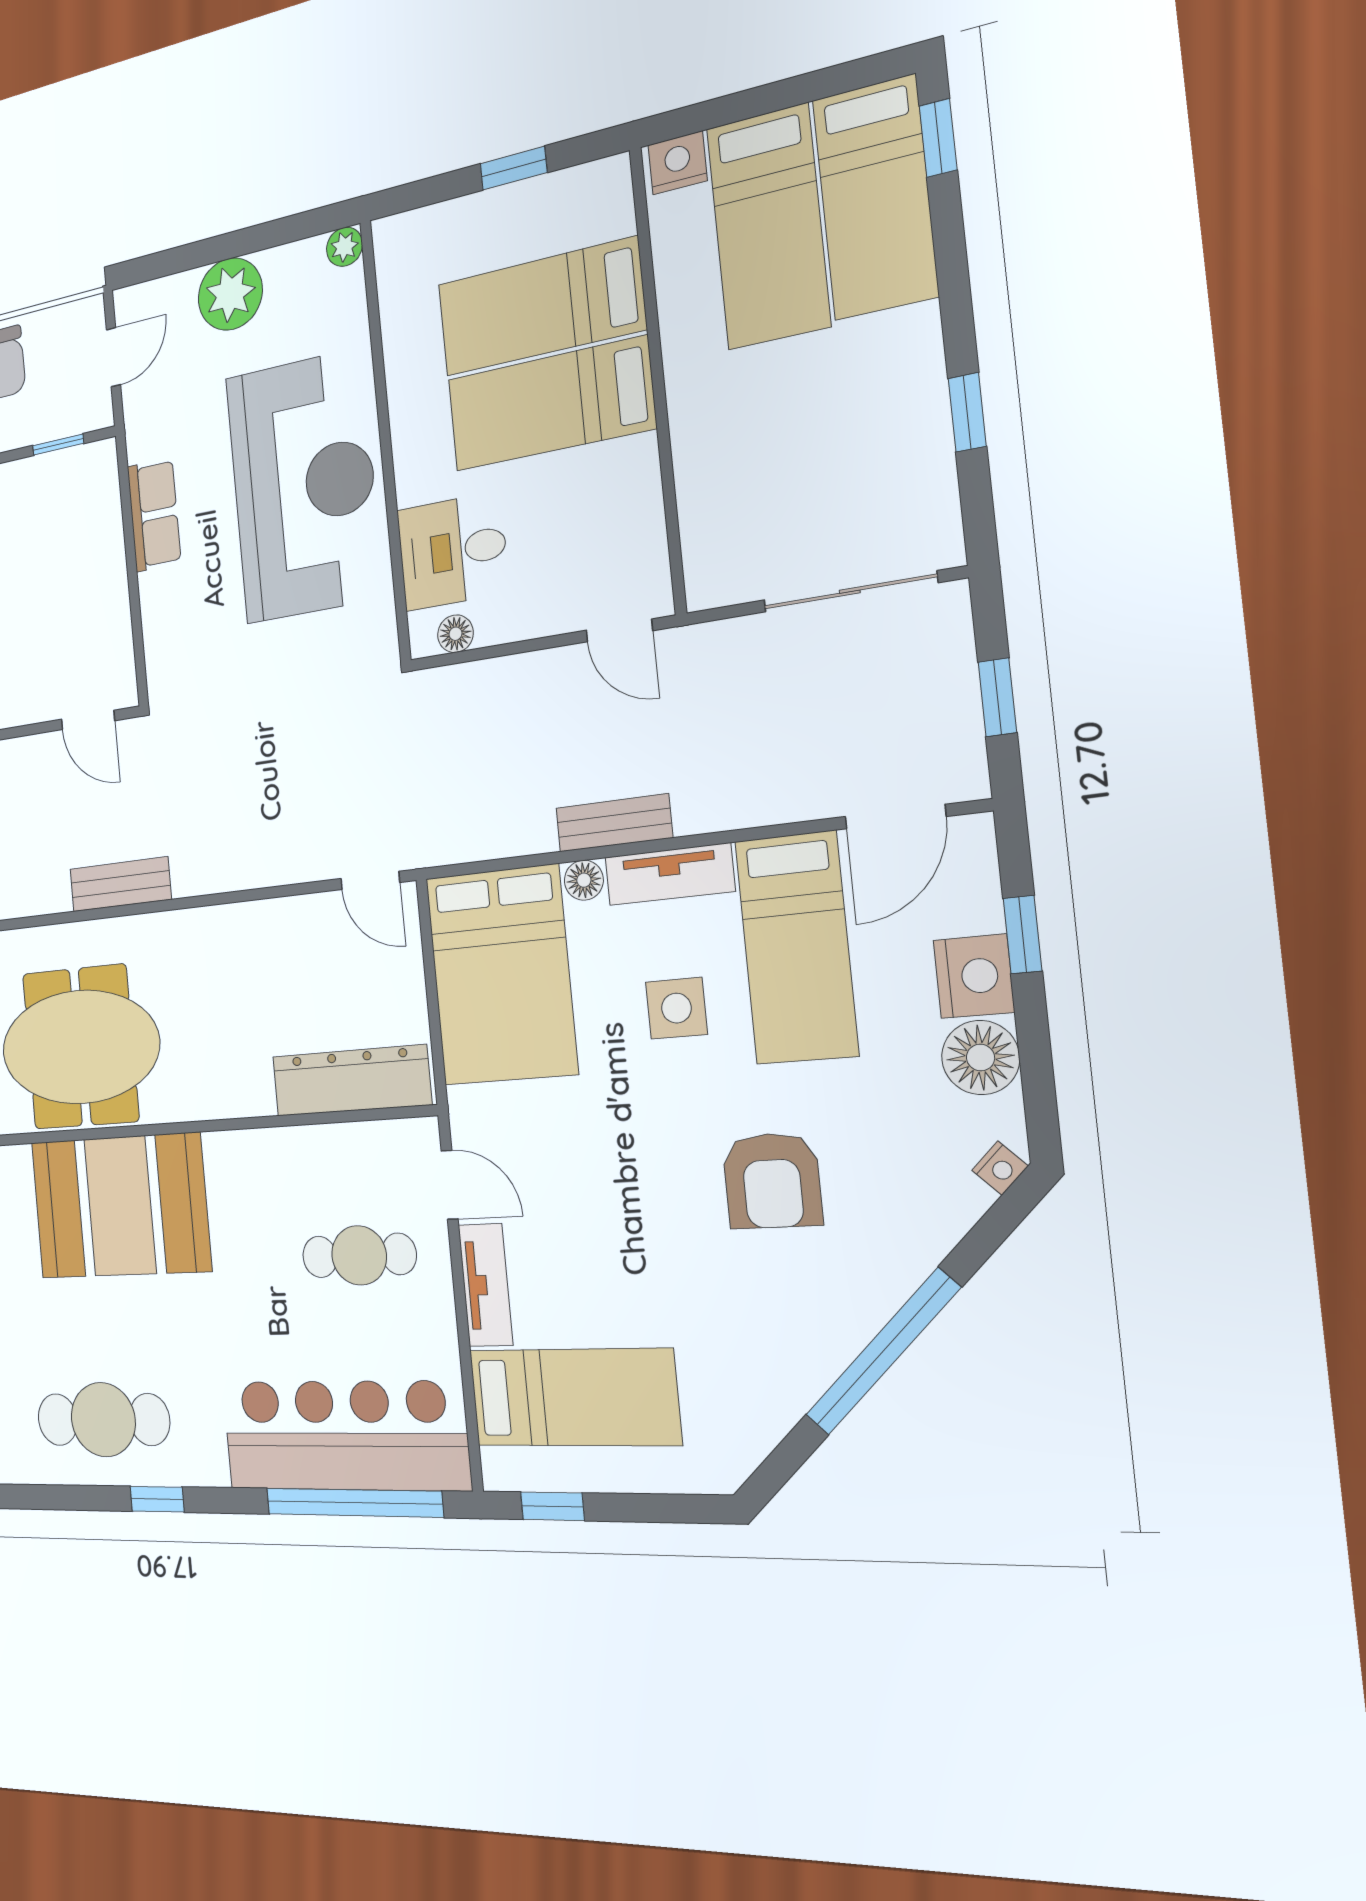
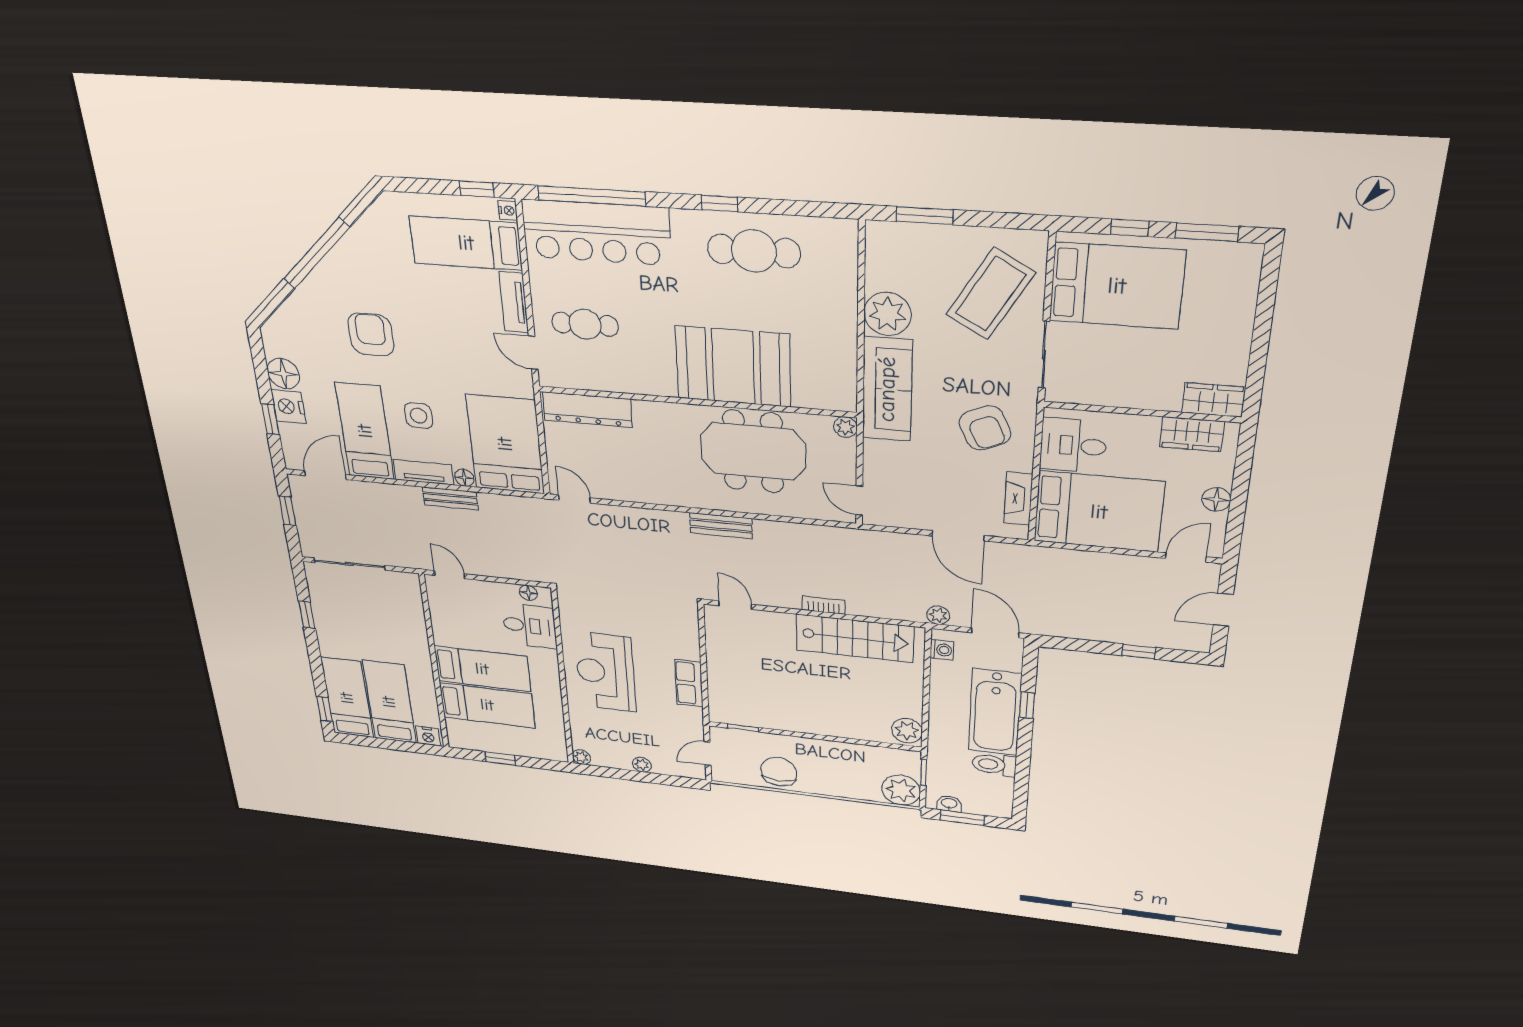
plant: (230, 294) -> (642, 765), width x0.53, depth x0.53
reception desk: (304, 487) -> (605, 672), width x0.74, depth x0.77
nightstand: (1000, 1168) -> (508, 210), moved, turned 135

